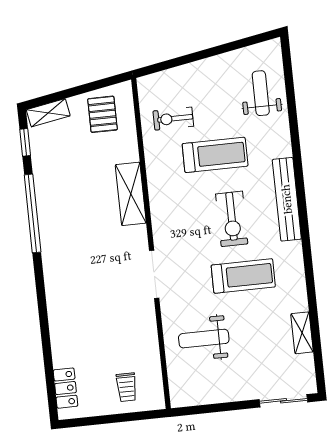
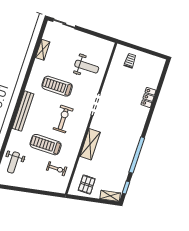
exercise bike: (232, 219) -> (63, 119), moved
locker: (66, 388) -> (148, 97), moved

